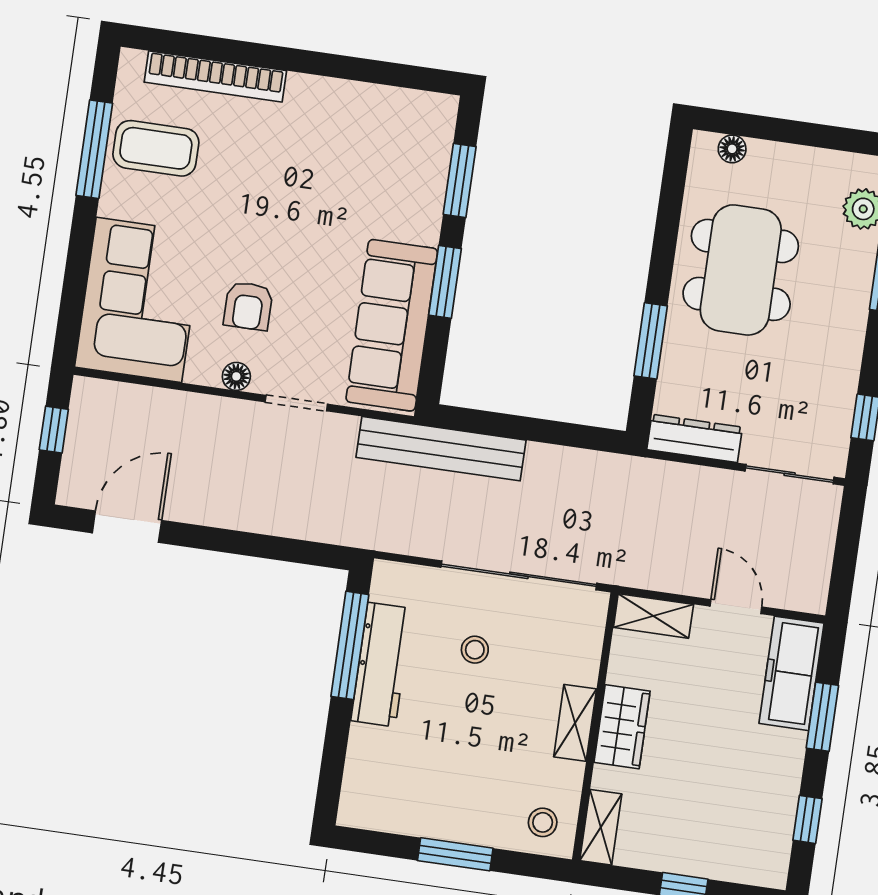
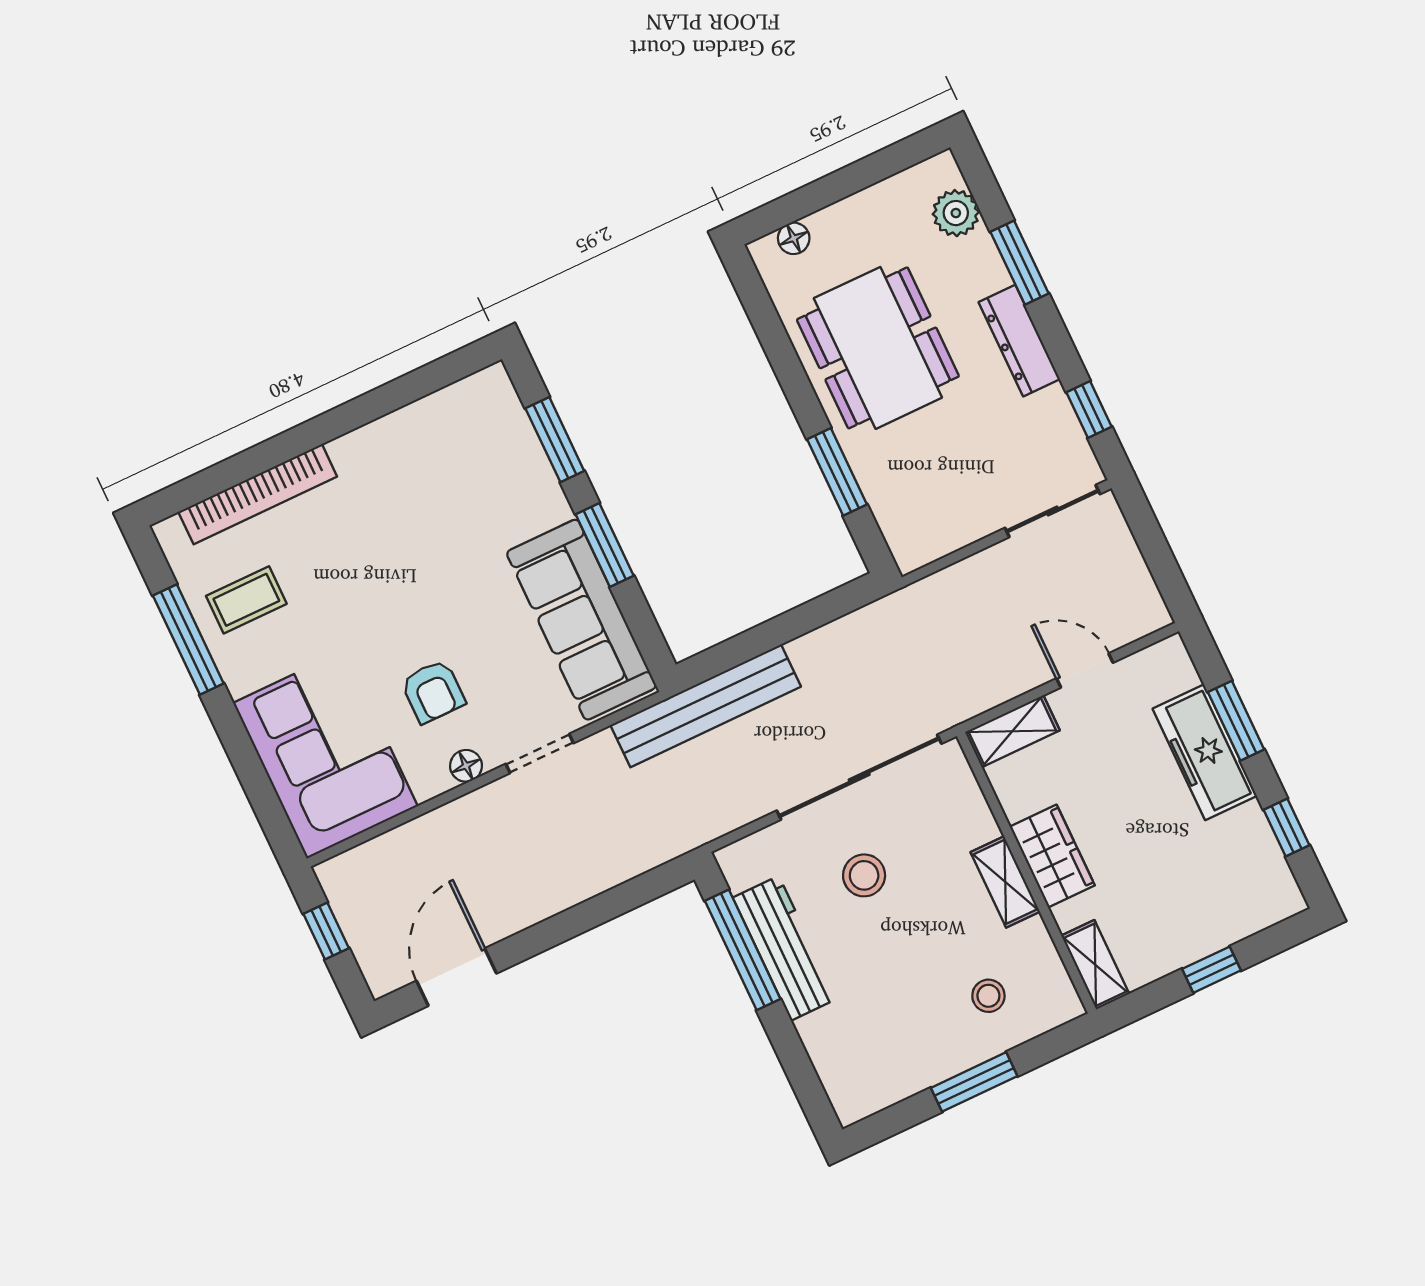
coffee table: (156, 148) -> (246, 600), width x0.73, depth x0.77
dresser: (695, 438) -> (1019, 341), moved, turned -90
stool: (475, 650) -> (864, 875), width x1.37, depth x1.37
freezer: (791, 673) -> (1205, 752), moved
stool: (543, 822) -> (988, 996), moved

